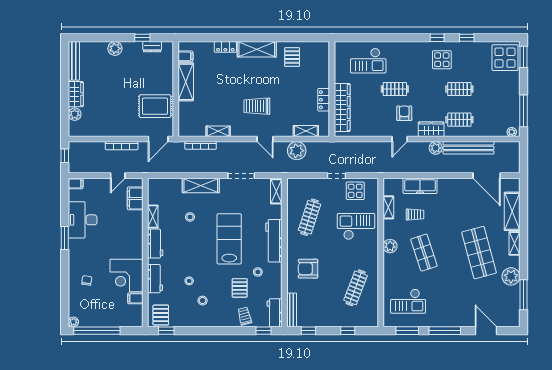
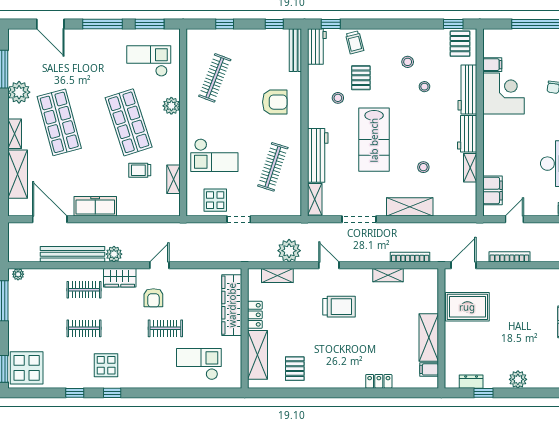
shelving: (257, 49) -> (257, 355), moved, turned 90
freezer: (420, 186) -> (95, 206), moved
workbench: (274, 241) -> (318, 155), moved
plant: (390, 246) -> (171, 106), moved
shop shelf: (424, 253) -> (129, 122), width x1.43, depth x1.36
workbench: (155, 279) -> (467, 89), width x1.37

